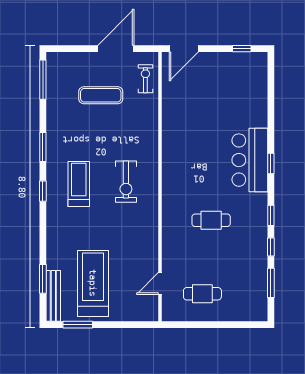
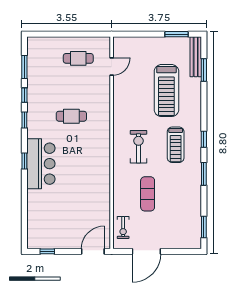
window: (43, 80) -> (204, 227), width x0.69
exercise mat: (101, 95) -> (148, 194), moved, turned 90
treadmill: (93, 283) -> (166, 91), moved

